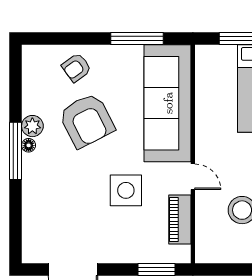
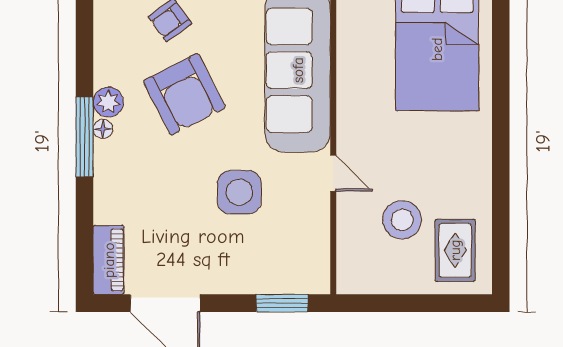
piano: (180, 219) -> (109, 260), moved, turned 180

